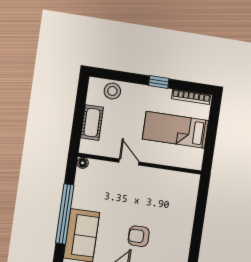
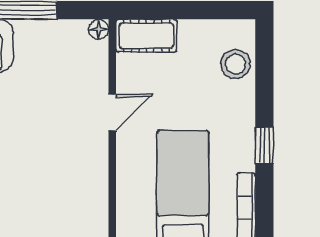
cot: (92, 123) -> (146, 36), moved

